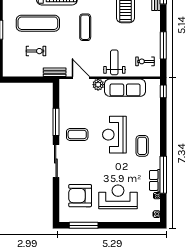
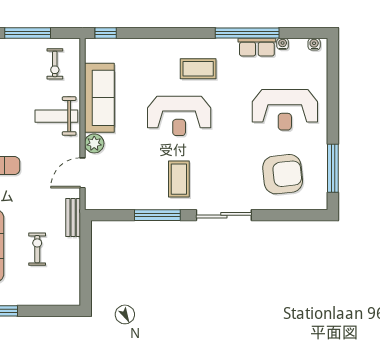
armchair: (80, 196) -> (283, 174), turned -96
reception desk: (118, 197) -> (285, 110), turned -90

